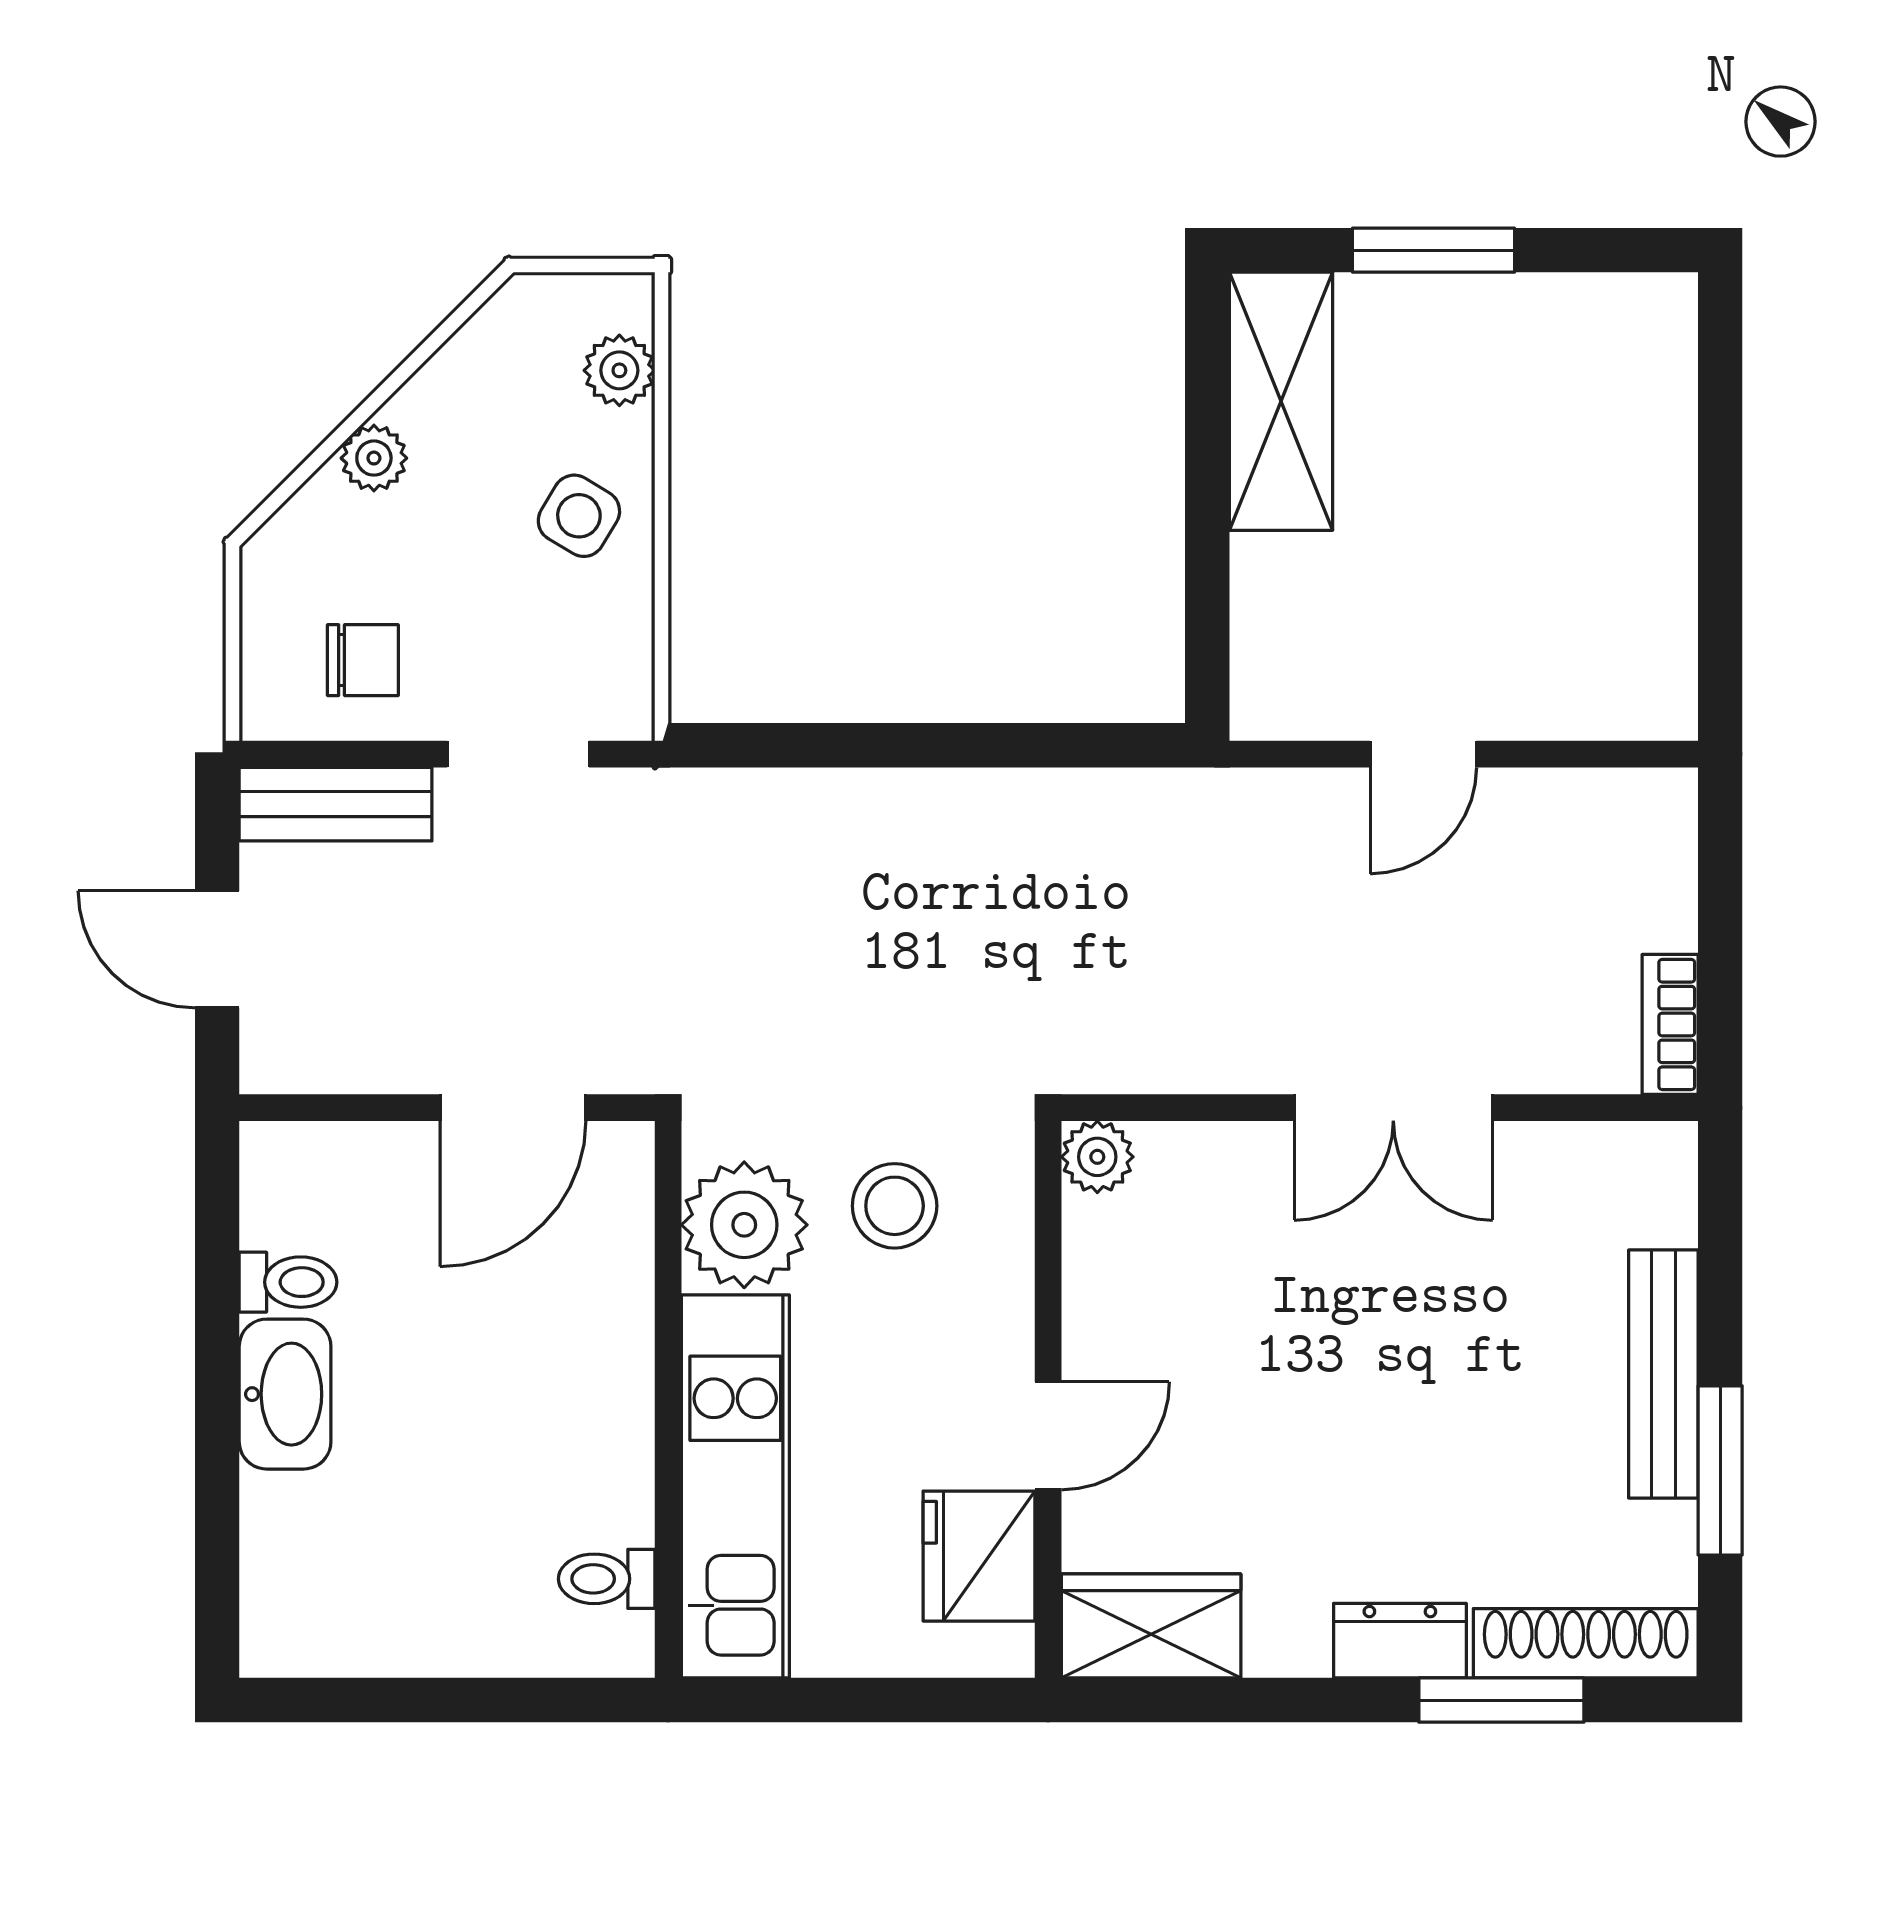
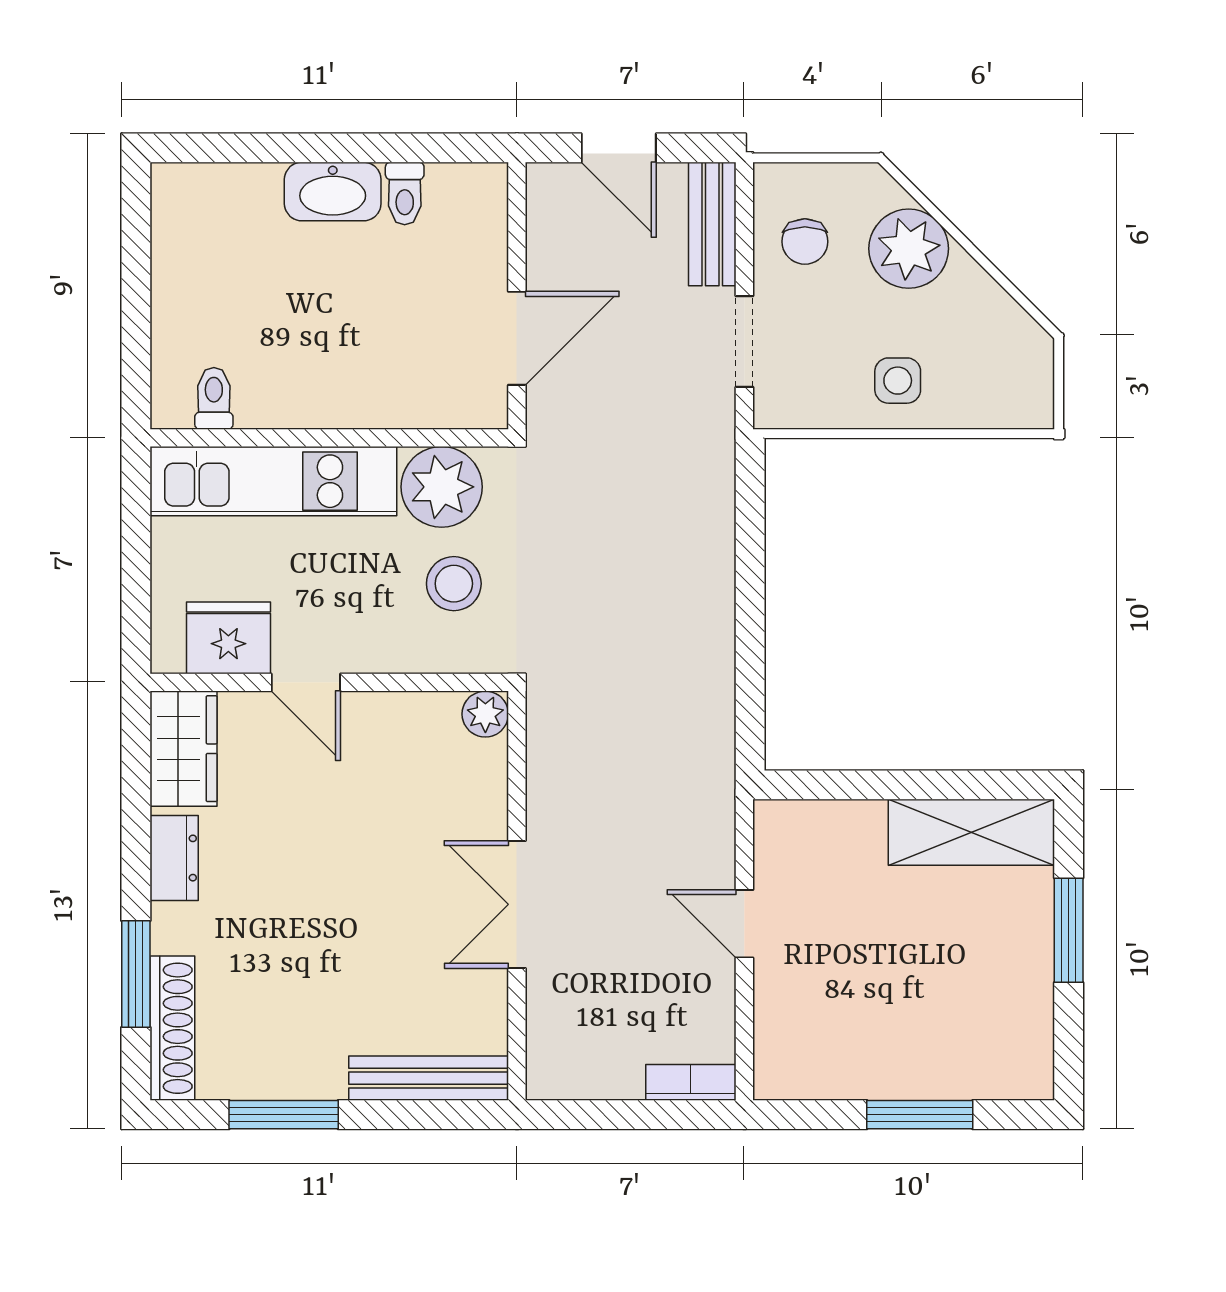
plant: (619, 370) -> (991, 407), removed
plant: (374, 458) -> (909, 249), width x1.87, depth x1.87
window: (1720, 481) -> (920, 1115), added
side table: (579, 516) -> (898, 381), turned -31
door: (217, 949) -> (619, 148), swing flipped
bookcase: (1670, 1024) -> (691, 1082), moved
door: (513, 1108) -> (517, 338), swing flipped
bench: (1663, 1374) -> (429, 1078), moved
dresser: (1400, 1641) -> (174, 858), moved

